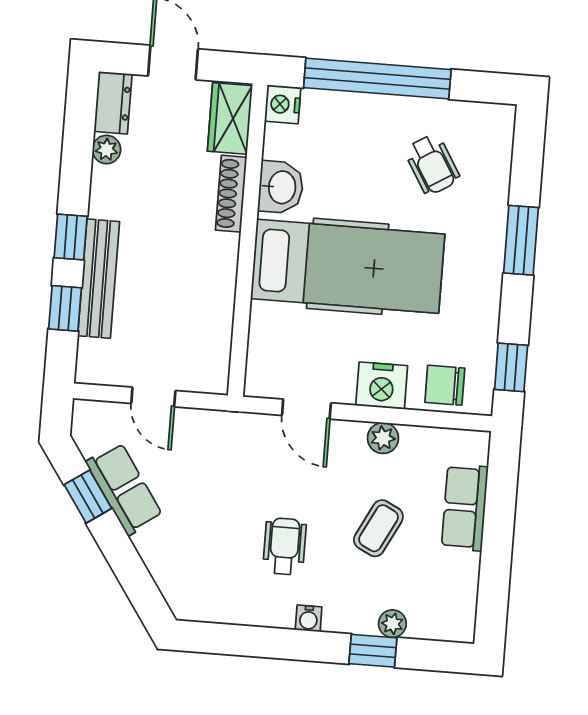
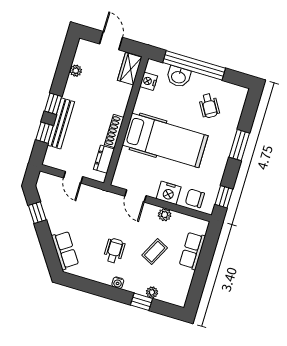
dresser: (113, 103) -> (104, 159), moved, turned 180
nightstand: (283, 104) -> (149, 81), moved
washbasin: (281, 187) -> (179, 77), moved, turned 90
shoe rack: (231, 194) -> (114, 131), moved
row of seats: (124, 489) -> (65, 250), moved

